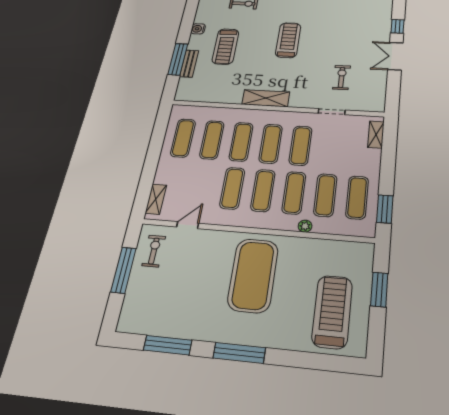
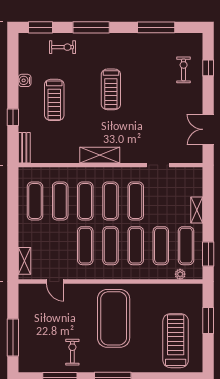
treadmill: (288, 40) -> (111, 89), turned 180
double door: (395, 56) -> (208, 129), moved
window: (178, 59) -> (13, 117), width x0.46
bench: (189, 64) -> (24, 148), moved
exercise bike: (342, 77) -> (184, 70), moved
shelving: (376, 135) -> (197, 210), moved
door: (188, 225) -> (55, 282), swing flipped
plant: (305, 226) -> (180, 274), moved
exercise bike: (154, 251) -> (72, 352), moved
window: (123, 270) -> (13, 338), moved

